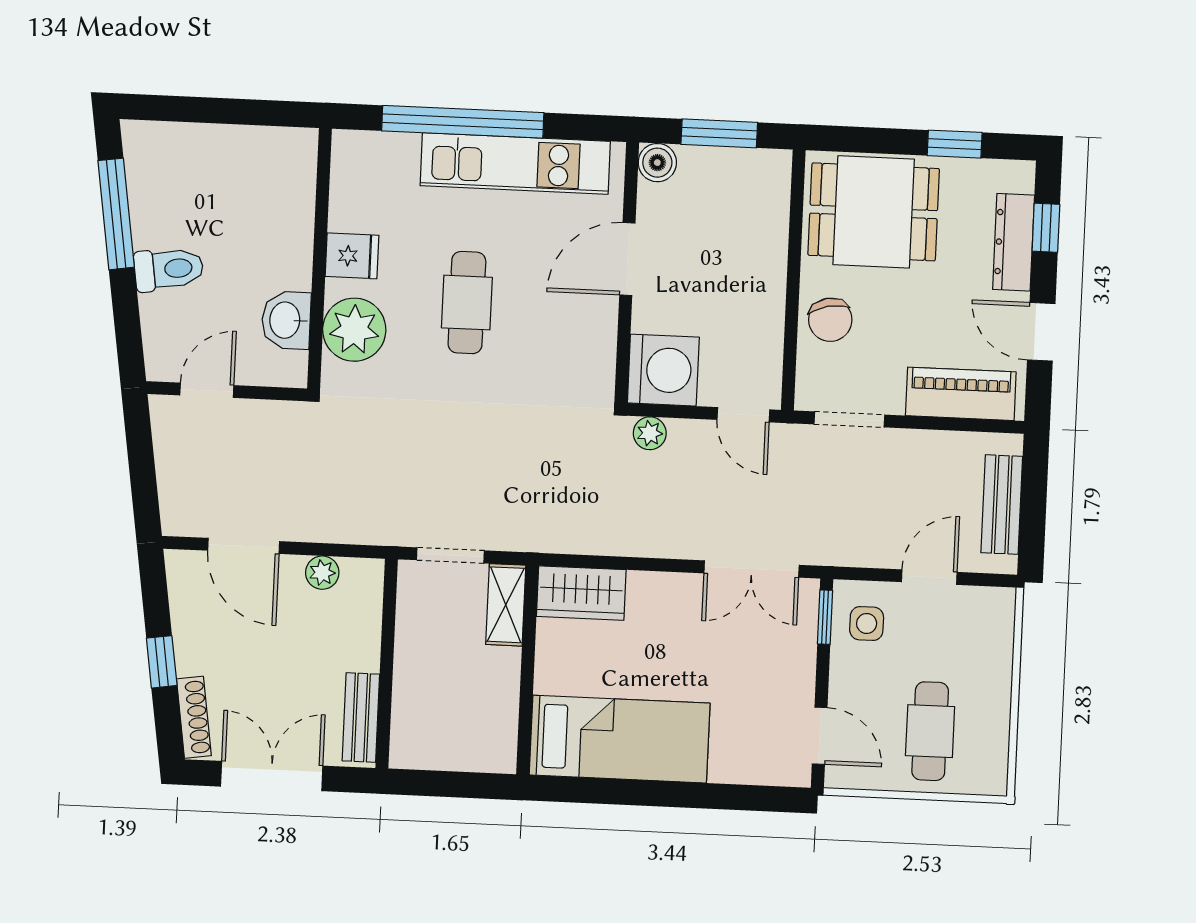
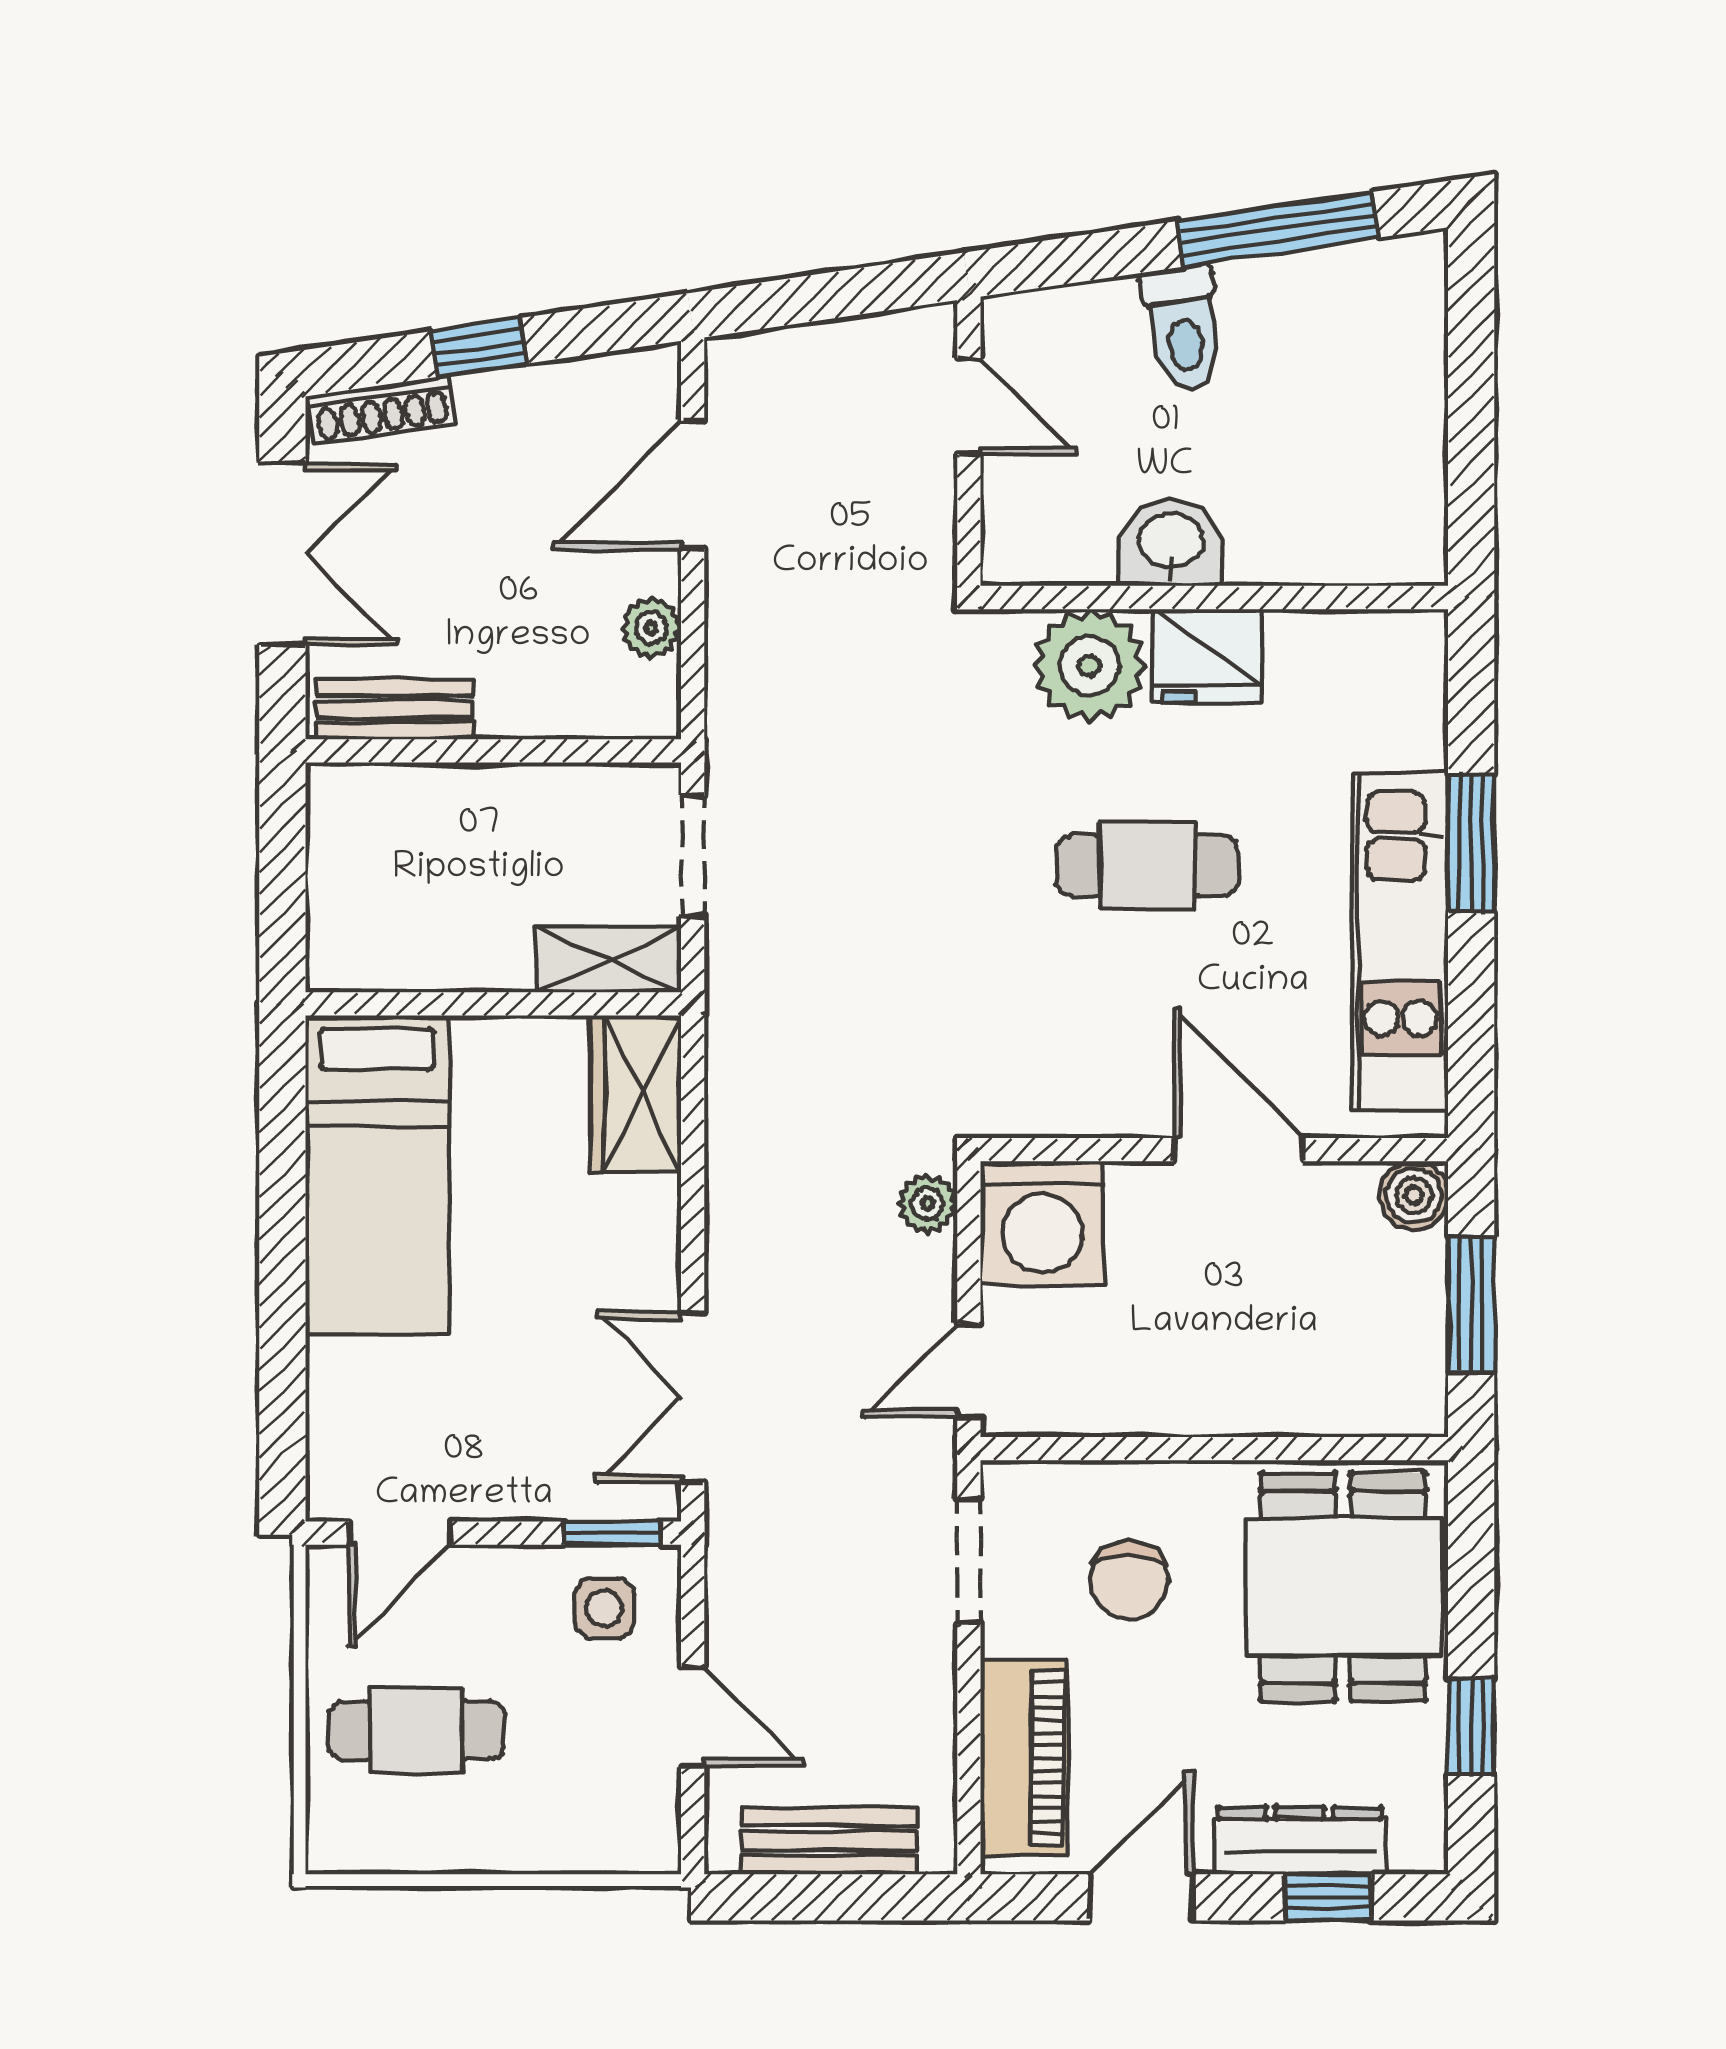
window: (463, 122) -> (1471, 843), width x0.47
fridge: (352, 256) -> (1206, 656), width x1.38
washbasin: (286, 320) -> (1171, 543), moved
chair: (830, 320) -> (1129, 1580), moved, turned -78

